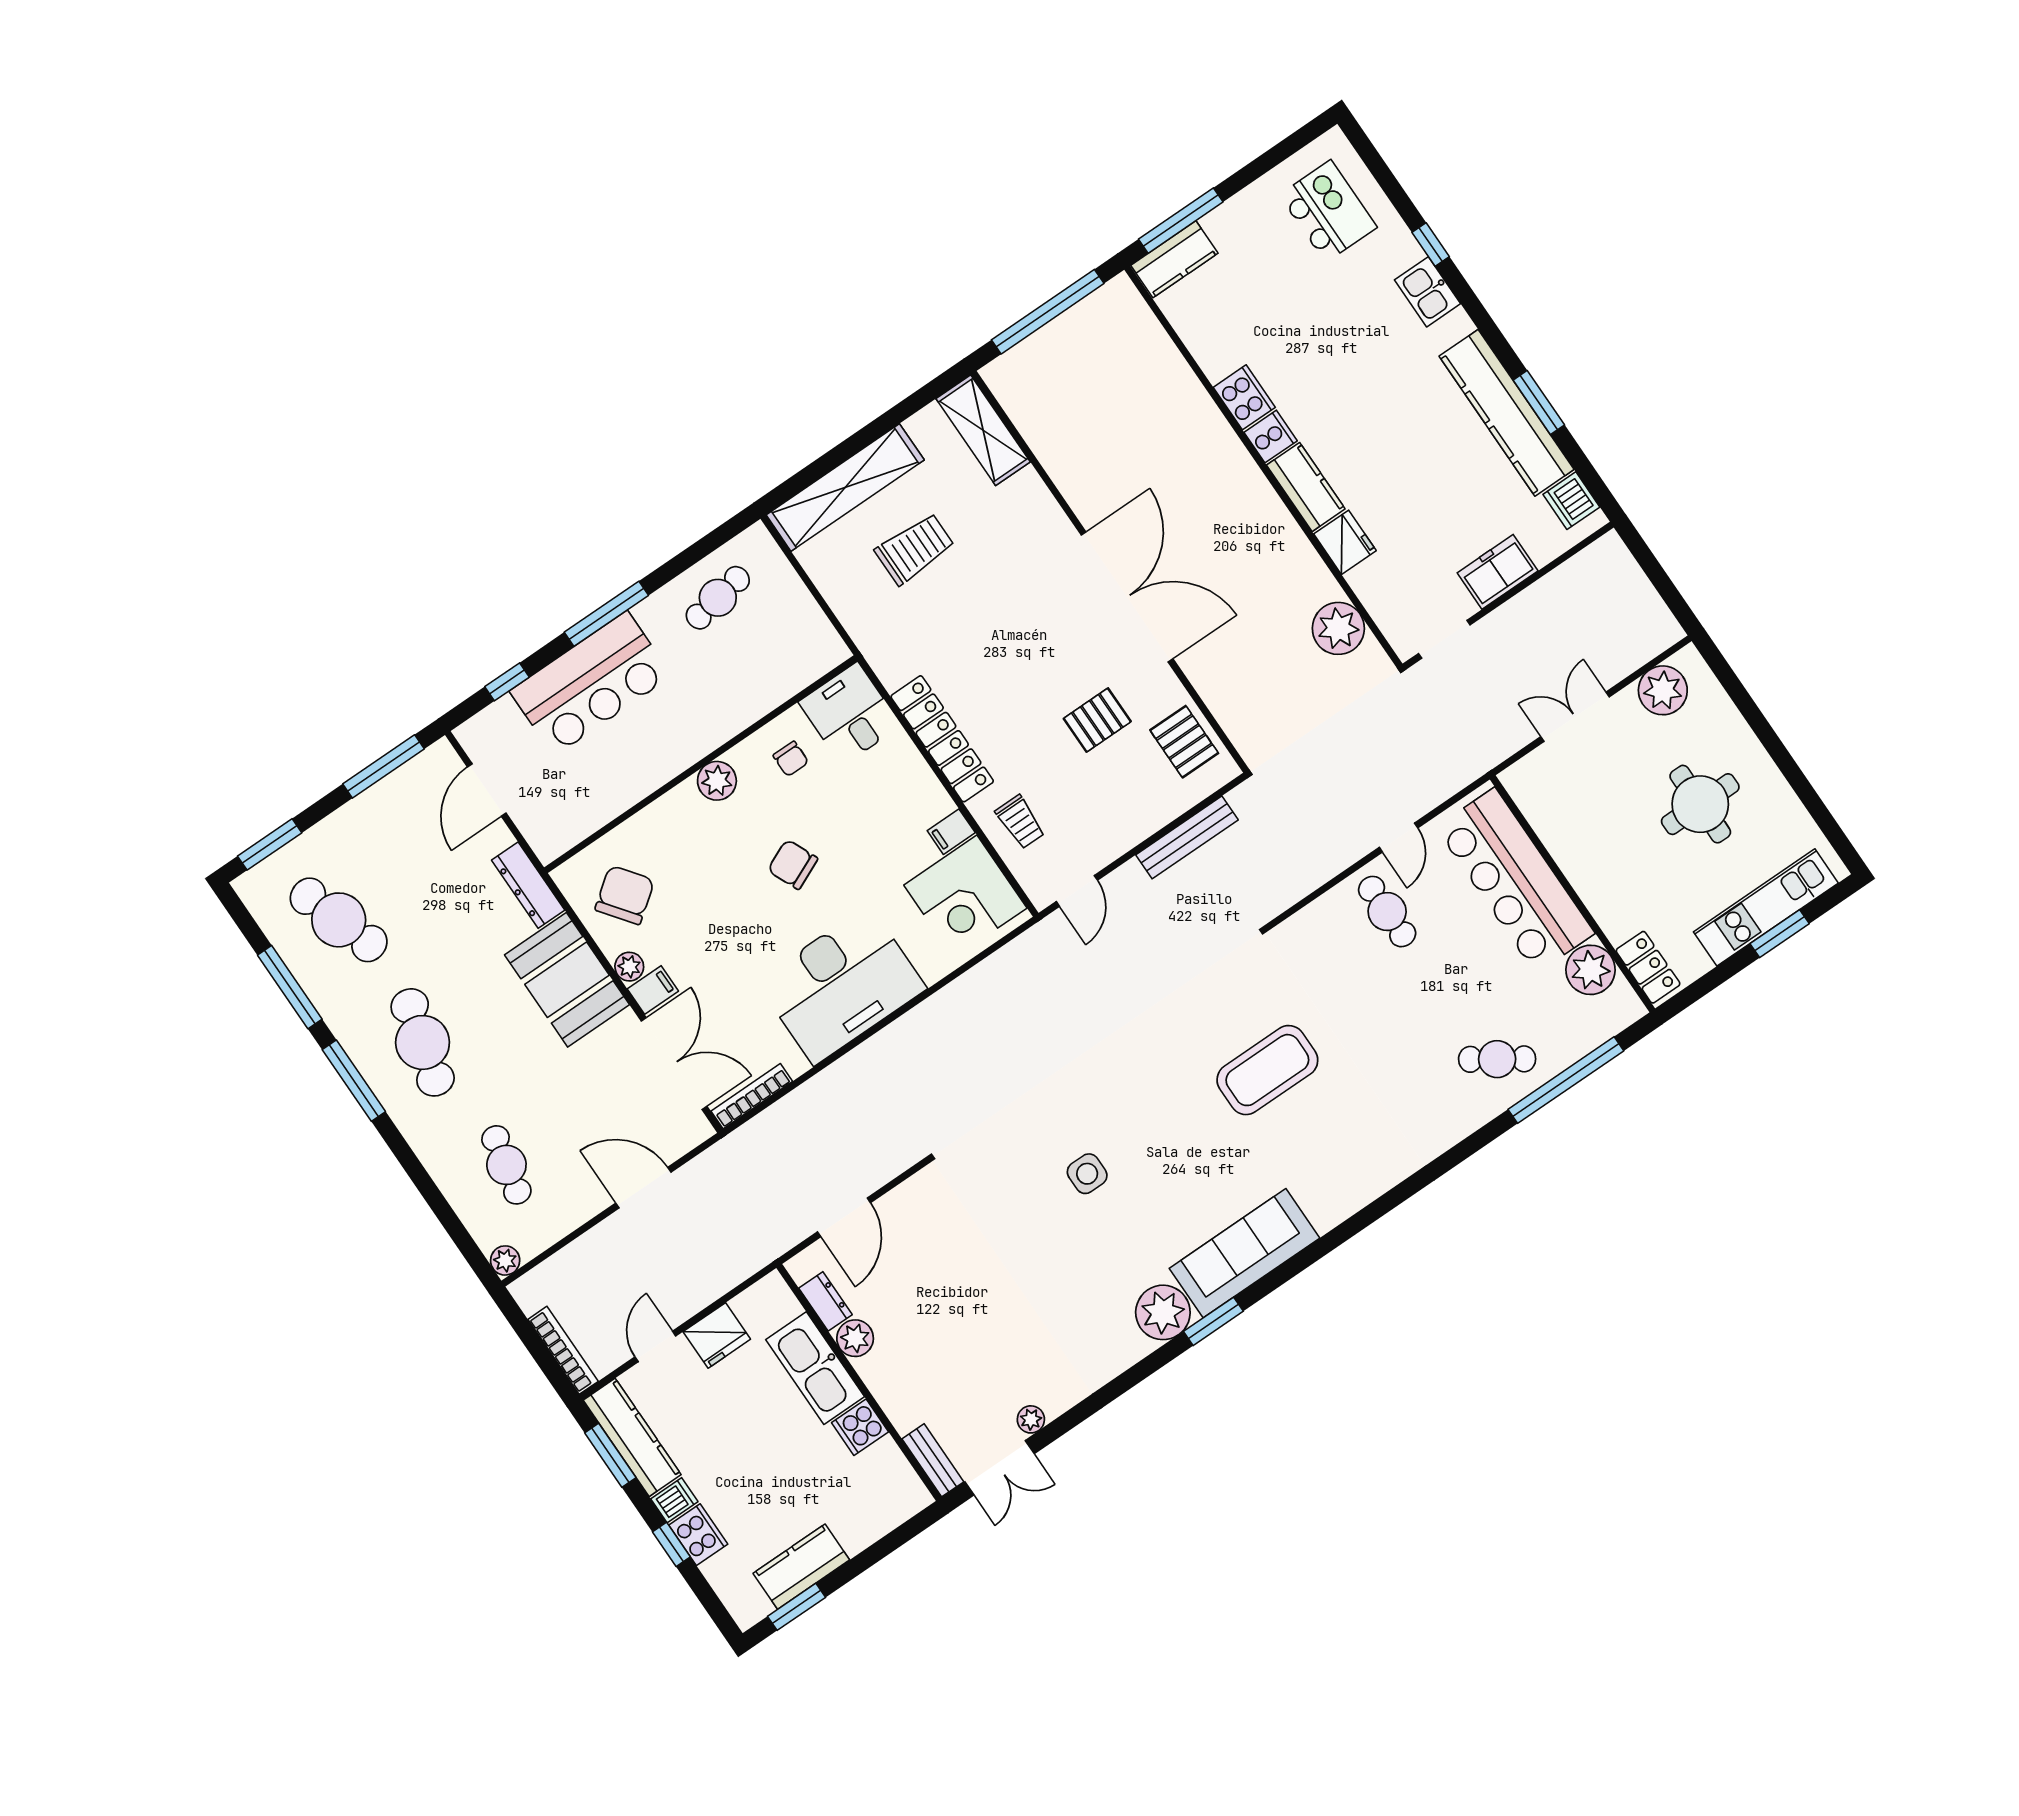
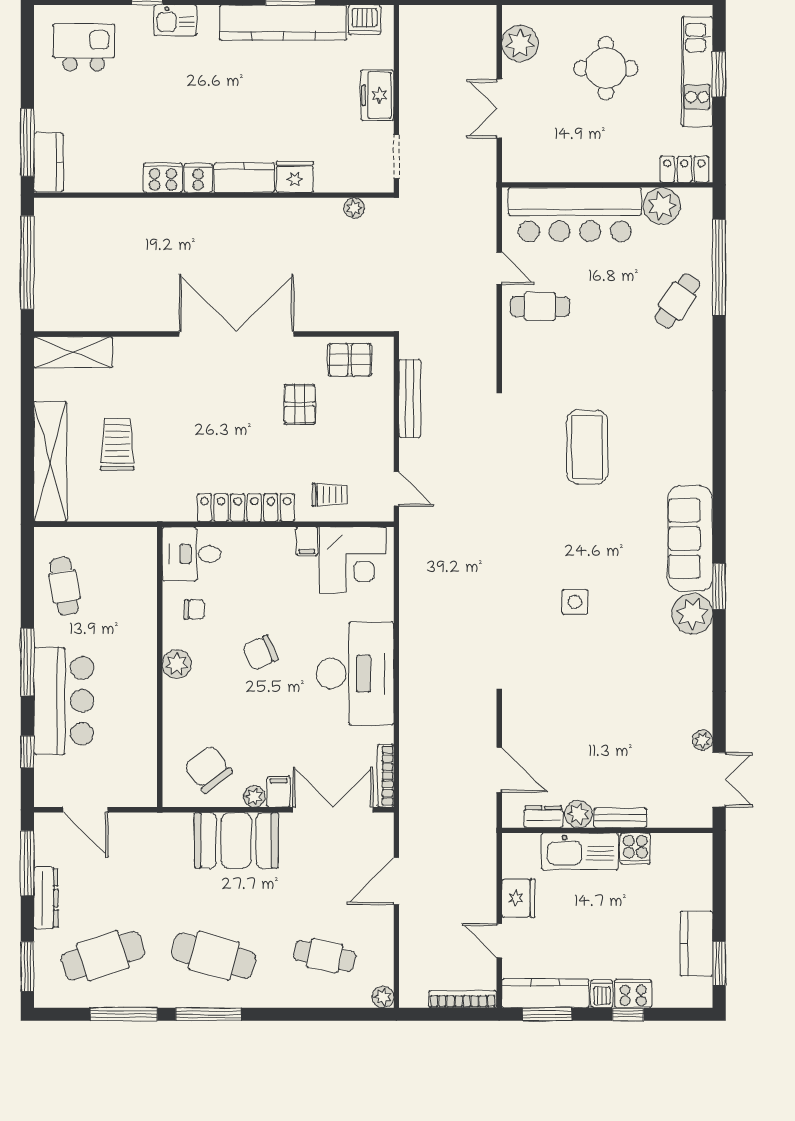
plant: (1338, 628) -> (354, 208), width x0.53, depth x0.53
dresser: (528, 885) -> (46, 898), moved, turned -90
bench: (933, 1460) -> (620, 818), moved

